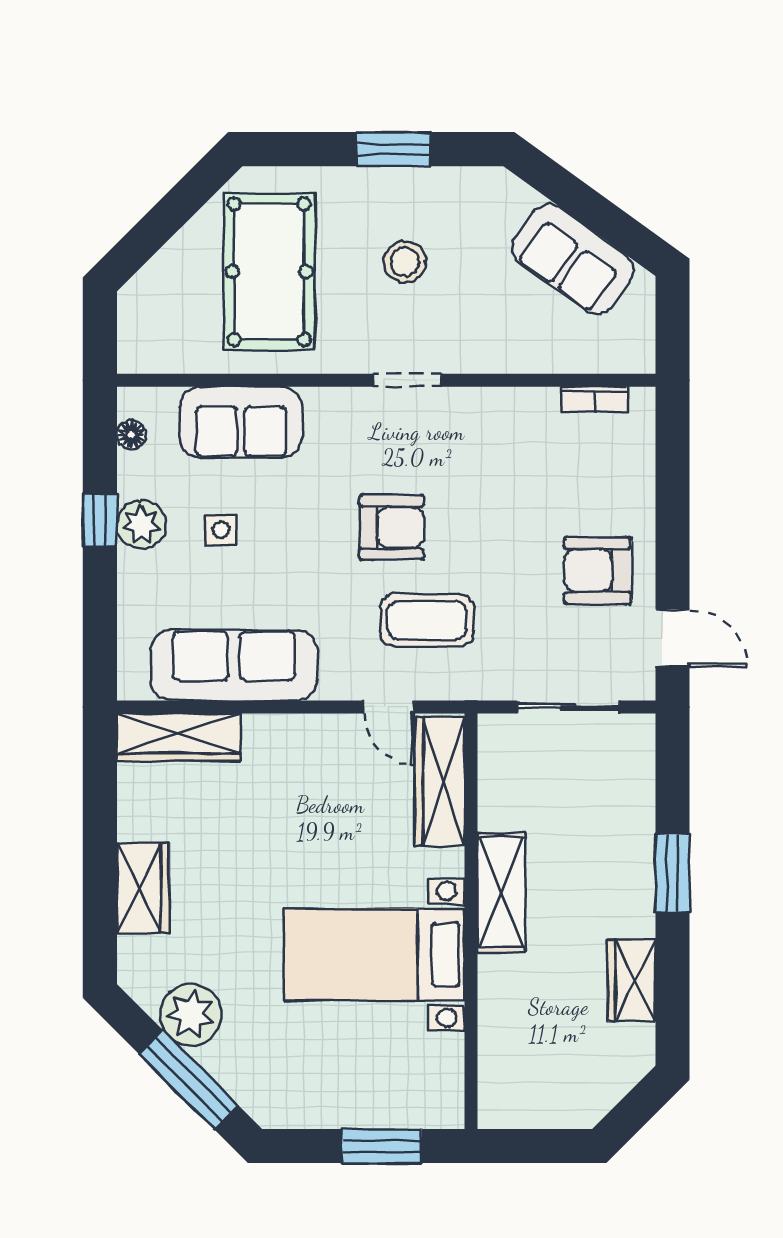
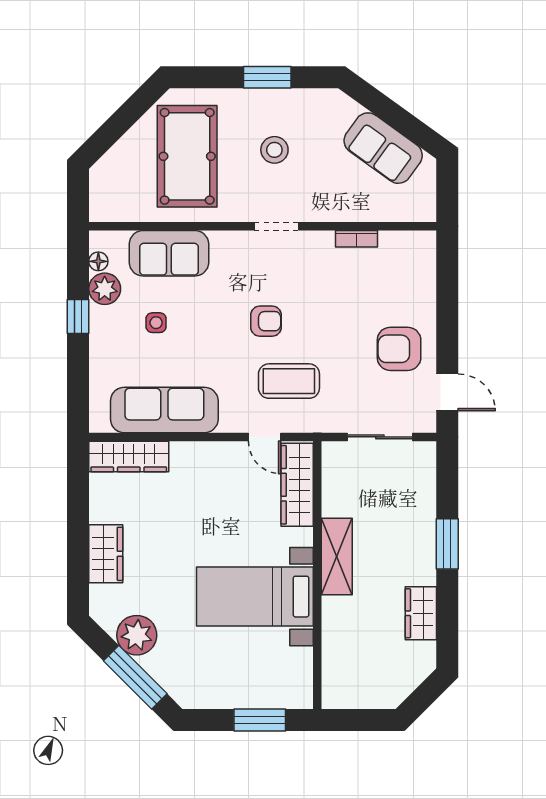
bookcase: (595, 400) -> (357, 239), moved
plant: (141, 525) -> (105, 289), moved
armchair: (391, 527) -> (266, 321), width x0.72, depth x0.72

